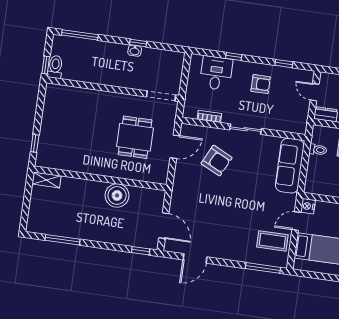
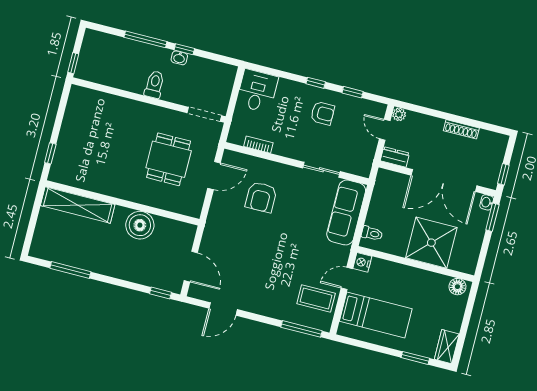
window: (80, 35) -> (145, 39), moved
window: (234, 57) -> (316, 83), moved
toilet: (55, 67) -> (154, 84), moved
desk: (216, 73) -> (257, 91), moved
plant: (325, 78) -> (399, 114), added
sliding door: (246, 129) -> (321, 170), moved
toilet: (318, 150) -> (372, 233), moved
armchair: (217, 161) -> (261, 197), turned 64
shelving: (46, 180) -> (78, 205), width x2.20, depth x1.33

